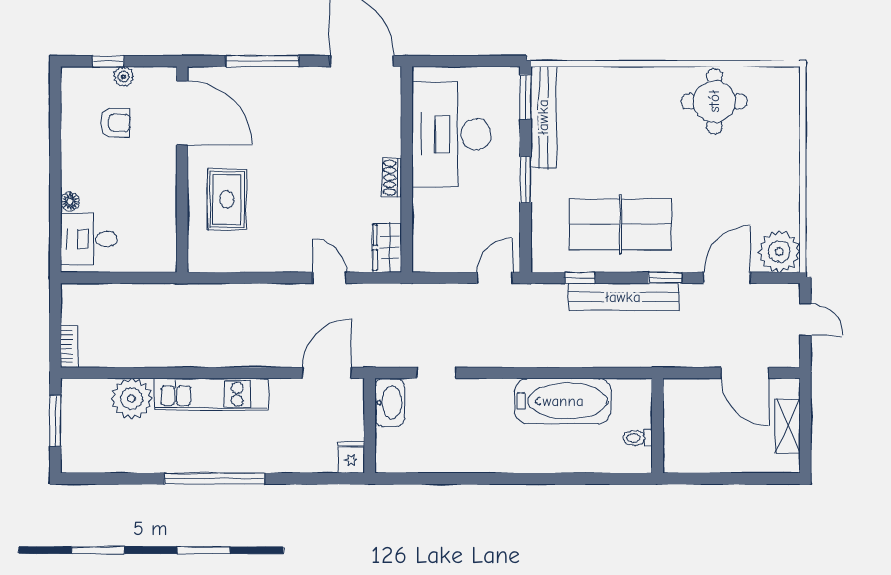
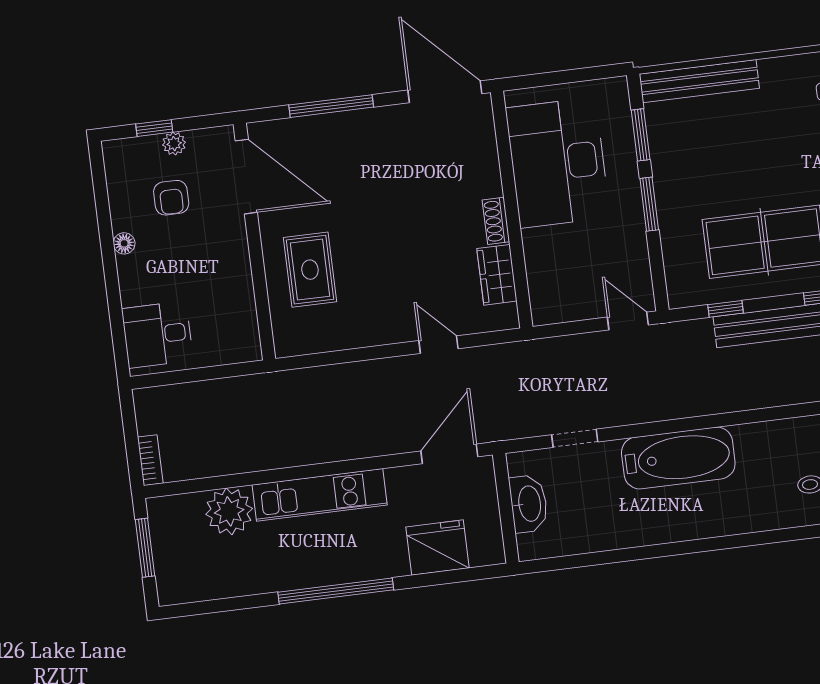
window: (525, 97) -> (641, 135), moved
bench: (543, 117) -> (699, 81), moved, turned 90
armchair: (115, 123) -> (171, 198), turned 90
floor lamp: (70, 201) -> (124, 243), moved
wardrobe: (387, 248) -> (497, 275), moved
door: (495, 278) -> (628, 321), hinge flipped
bathtub: (563, 401) -> (678, 458), moved
washbasin: (390, 402) -> (529, 504), moved
fridge: (351, 457) -> (438, 548), moved, width x1.88, depth x1.34

